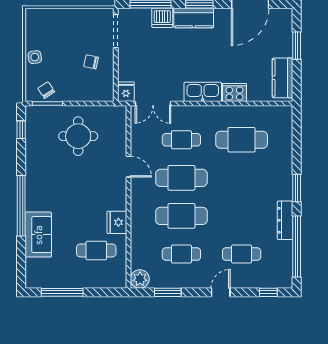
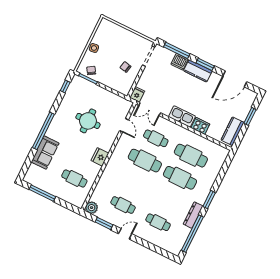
round table: (78, 136) -> (88, 121), moved
door: (129, 167) -> (124, 125), moved
cafe table: (181, 216) -> (180, 178), moved
fridge: (117, 222) -> (100, 157), moved
door: (221, 292) -> (125, 234), moved
window: (268, 292) -> (163, 252), removed

